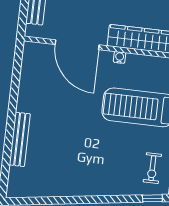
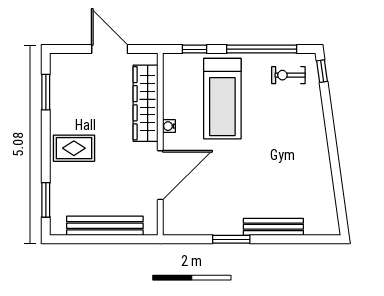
window: (13, 101) -> (231, 239), added
exercise bike: (152, 168) -> (288, 75), turned 180

